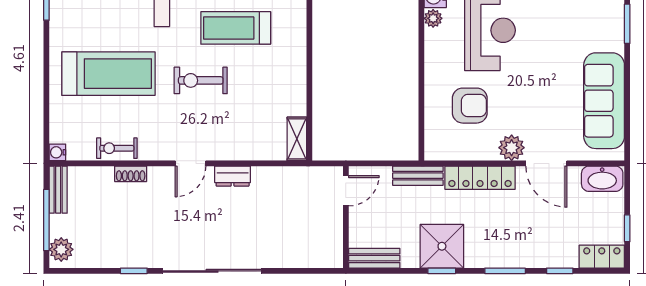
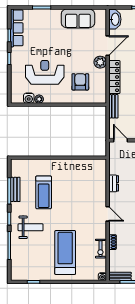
exercise bike: (201, 80) -> (68, 209), removed
sofa: (604, 101) -> (78, 18), width x0.73
shelving: (297, 139) -> (96, 164), removed
dresser: (233, 176) -> (114, 183), moved

